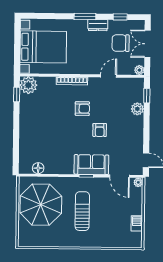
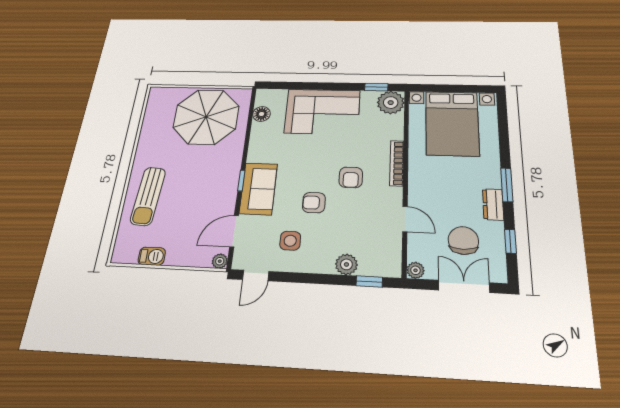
corner sofa: (36, 129) -> (322, 112), added
side table: (124, 142) -> (290, 241), added
sun lounger: (82, 211) -> (148, 196), moved, turned 94

